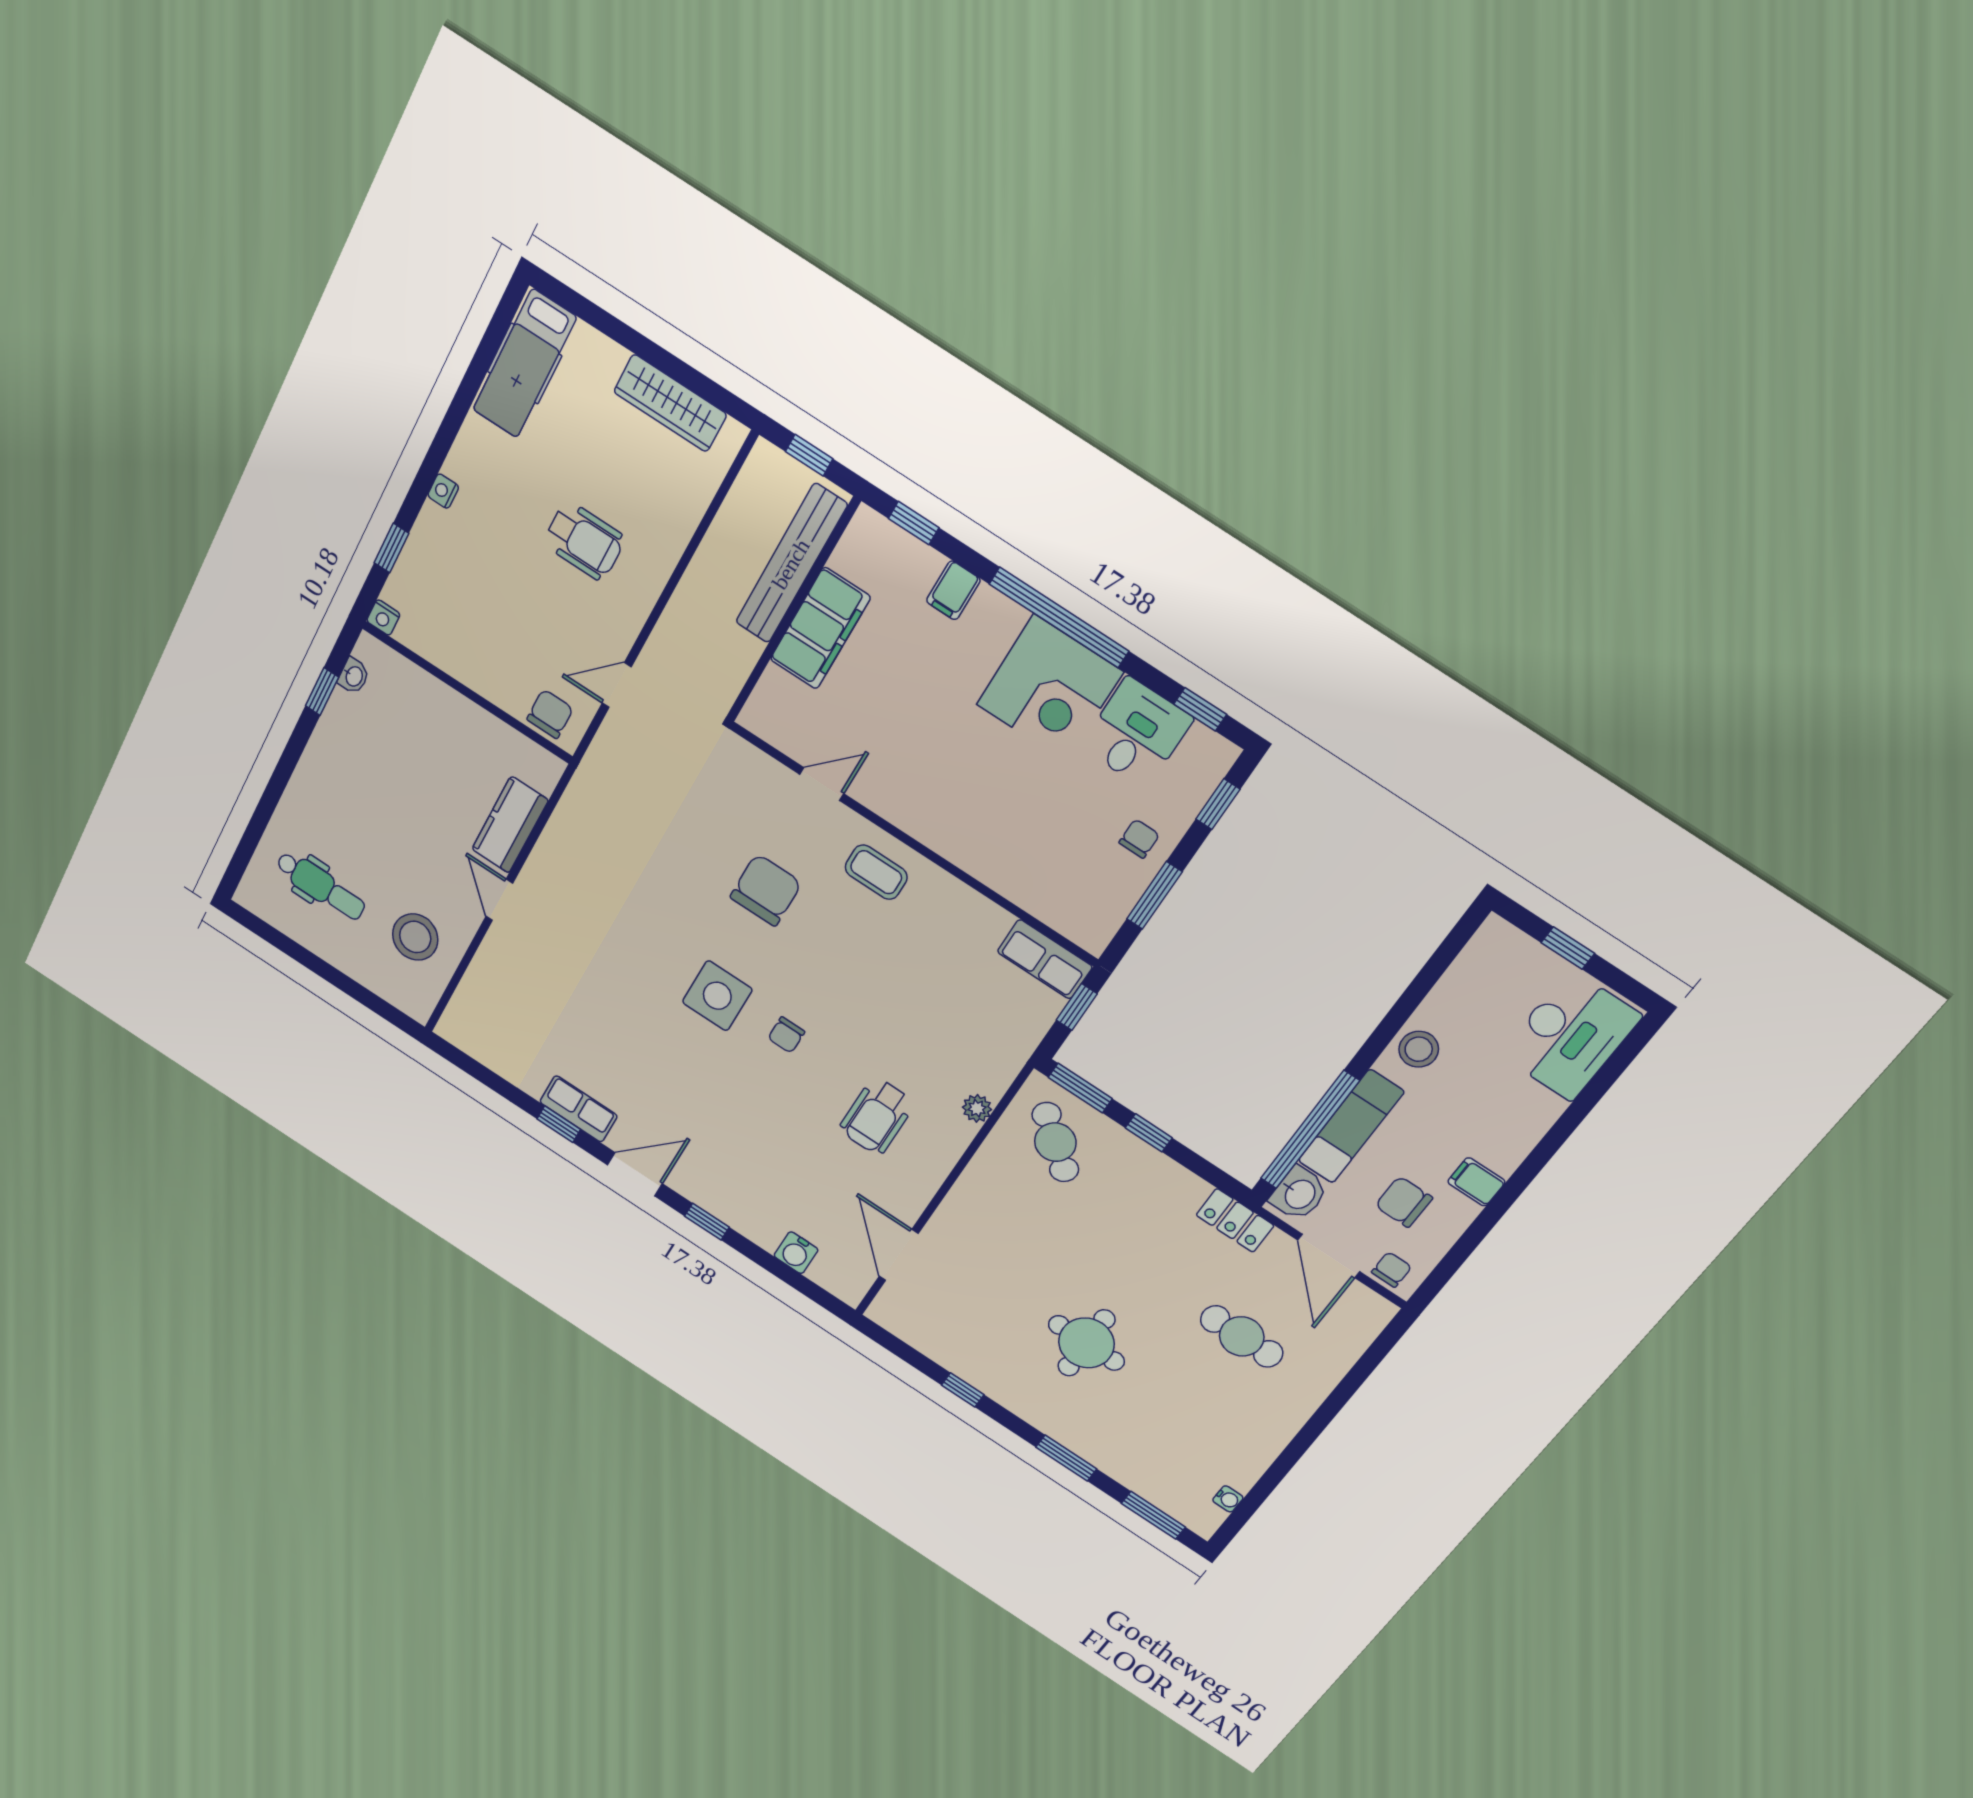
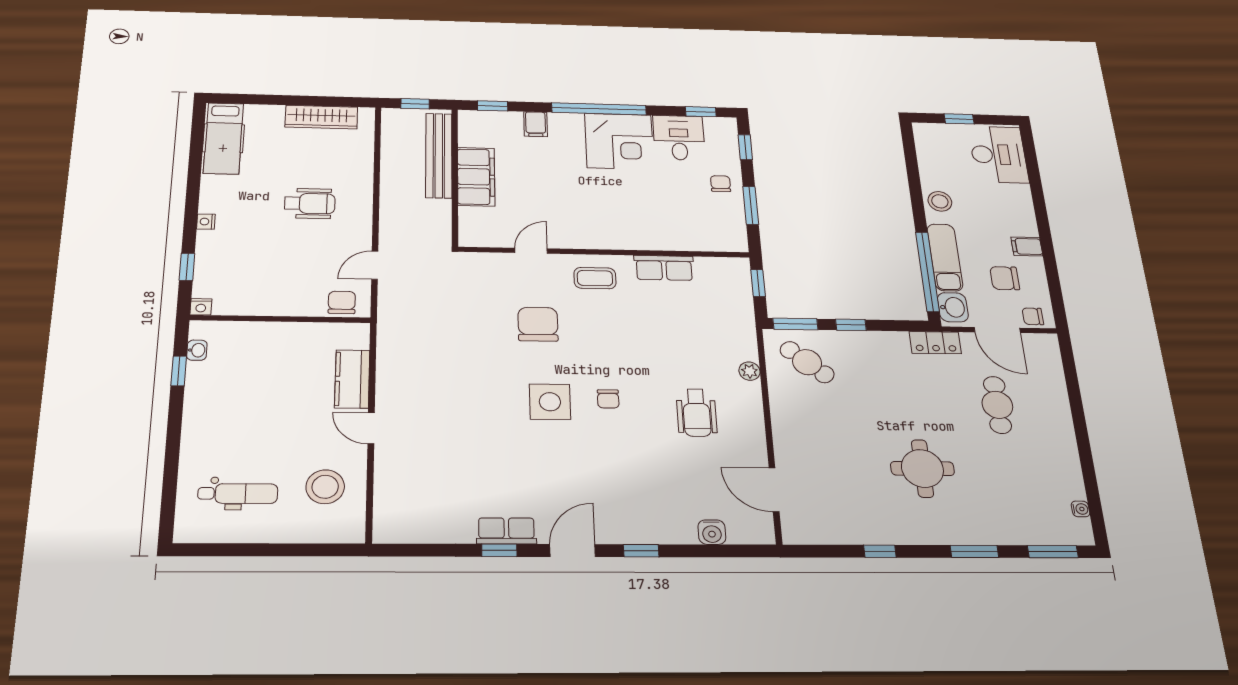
row of seats: (1045, 959) -> (664, 268), moved
chair: (1392, 1270) -> (1033, 316), turned -90
cafe table: (1242, 1336) -> (997, 405), turned 90

